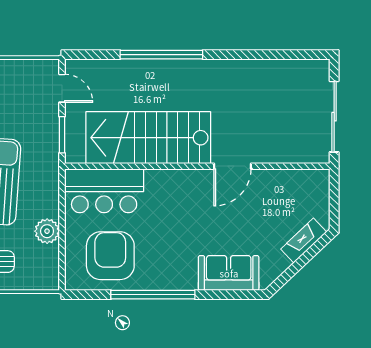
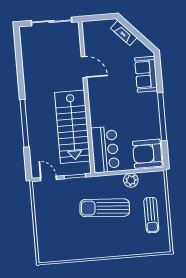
door: (62, 88) -> (48, 179), hinge flipped
door: (232, 166) -> (84, 67), moved
armchair: (110, 256) -> (147, 154), moved

